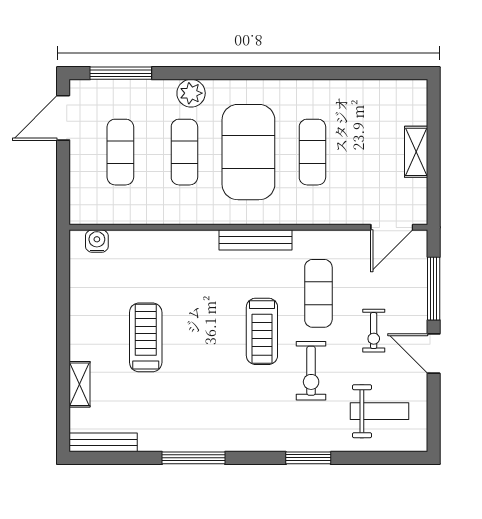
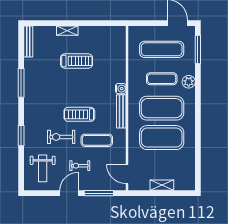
exercise mat: (120, 152) -> (162, 49), width x1.36, depth x1.45
exercise mat: (312, 152) -> (162, 138), width x2.00, depth x1.45
water cooler: (97, 241) -> (121, 89), moved
shelving: (79, 384) -> (67, 31), moved

